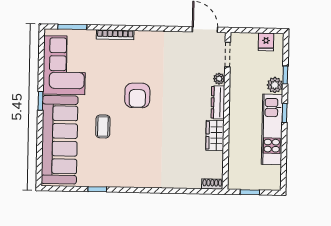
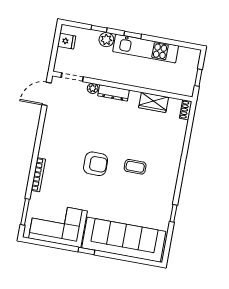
coffee table: (103, 126) -> (135, 167), moved
wardrobe: (215, 135) -> (154, 102), moved

